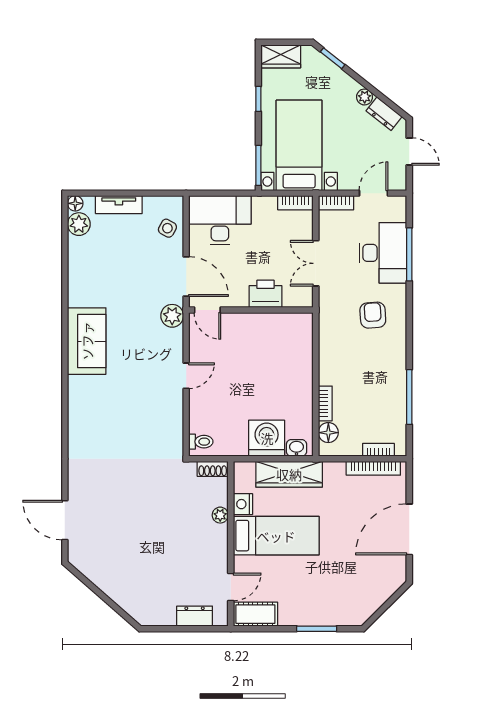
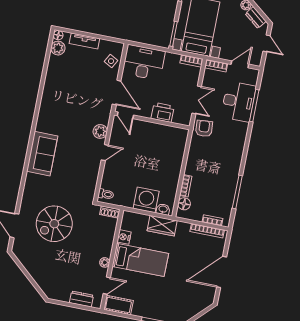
double door: (316, 263) -> (197, 100), swing flipped
armchair: (373, 315) -> (204, 128), moved
plant: (172, 316) -> (100, 131), moved
sofa: (87, 341) -> (42, 154), moved
wardrobe: (289, 474) -> (162, 226), width x0.67
spiral stairs: (128, 505) -> (54, 224), added
plant: (220, 515) -> (105, 262), moved

